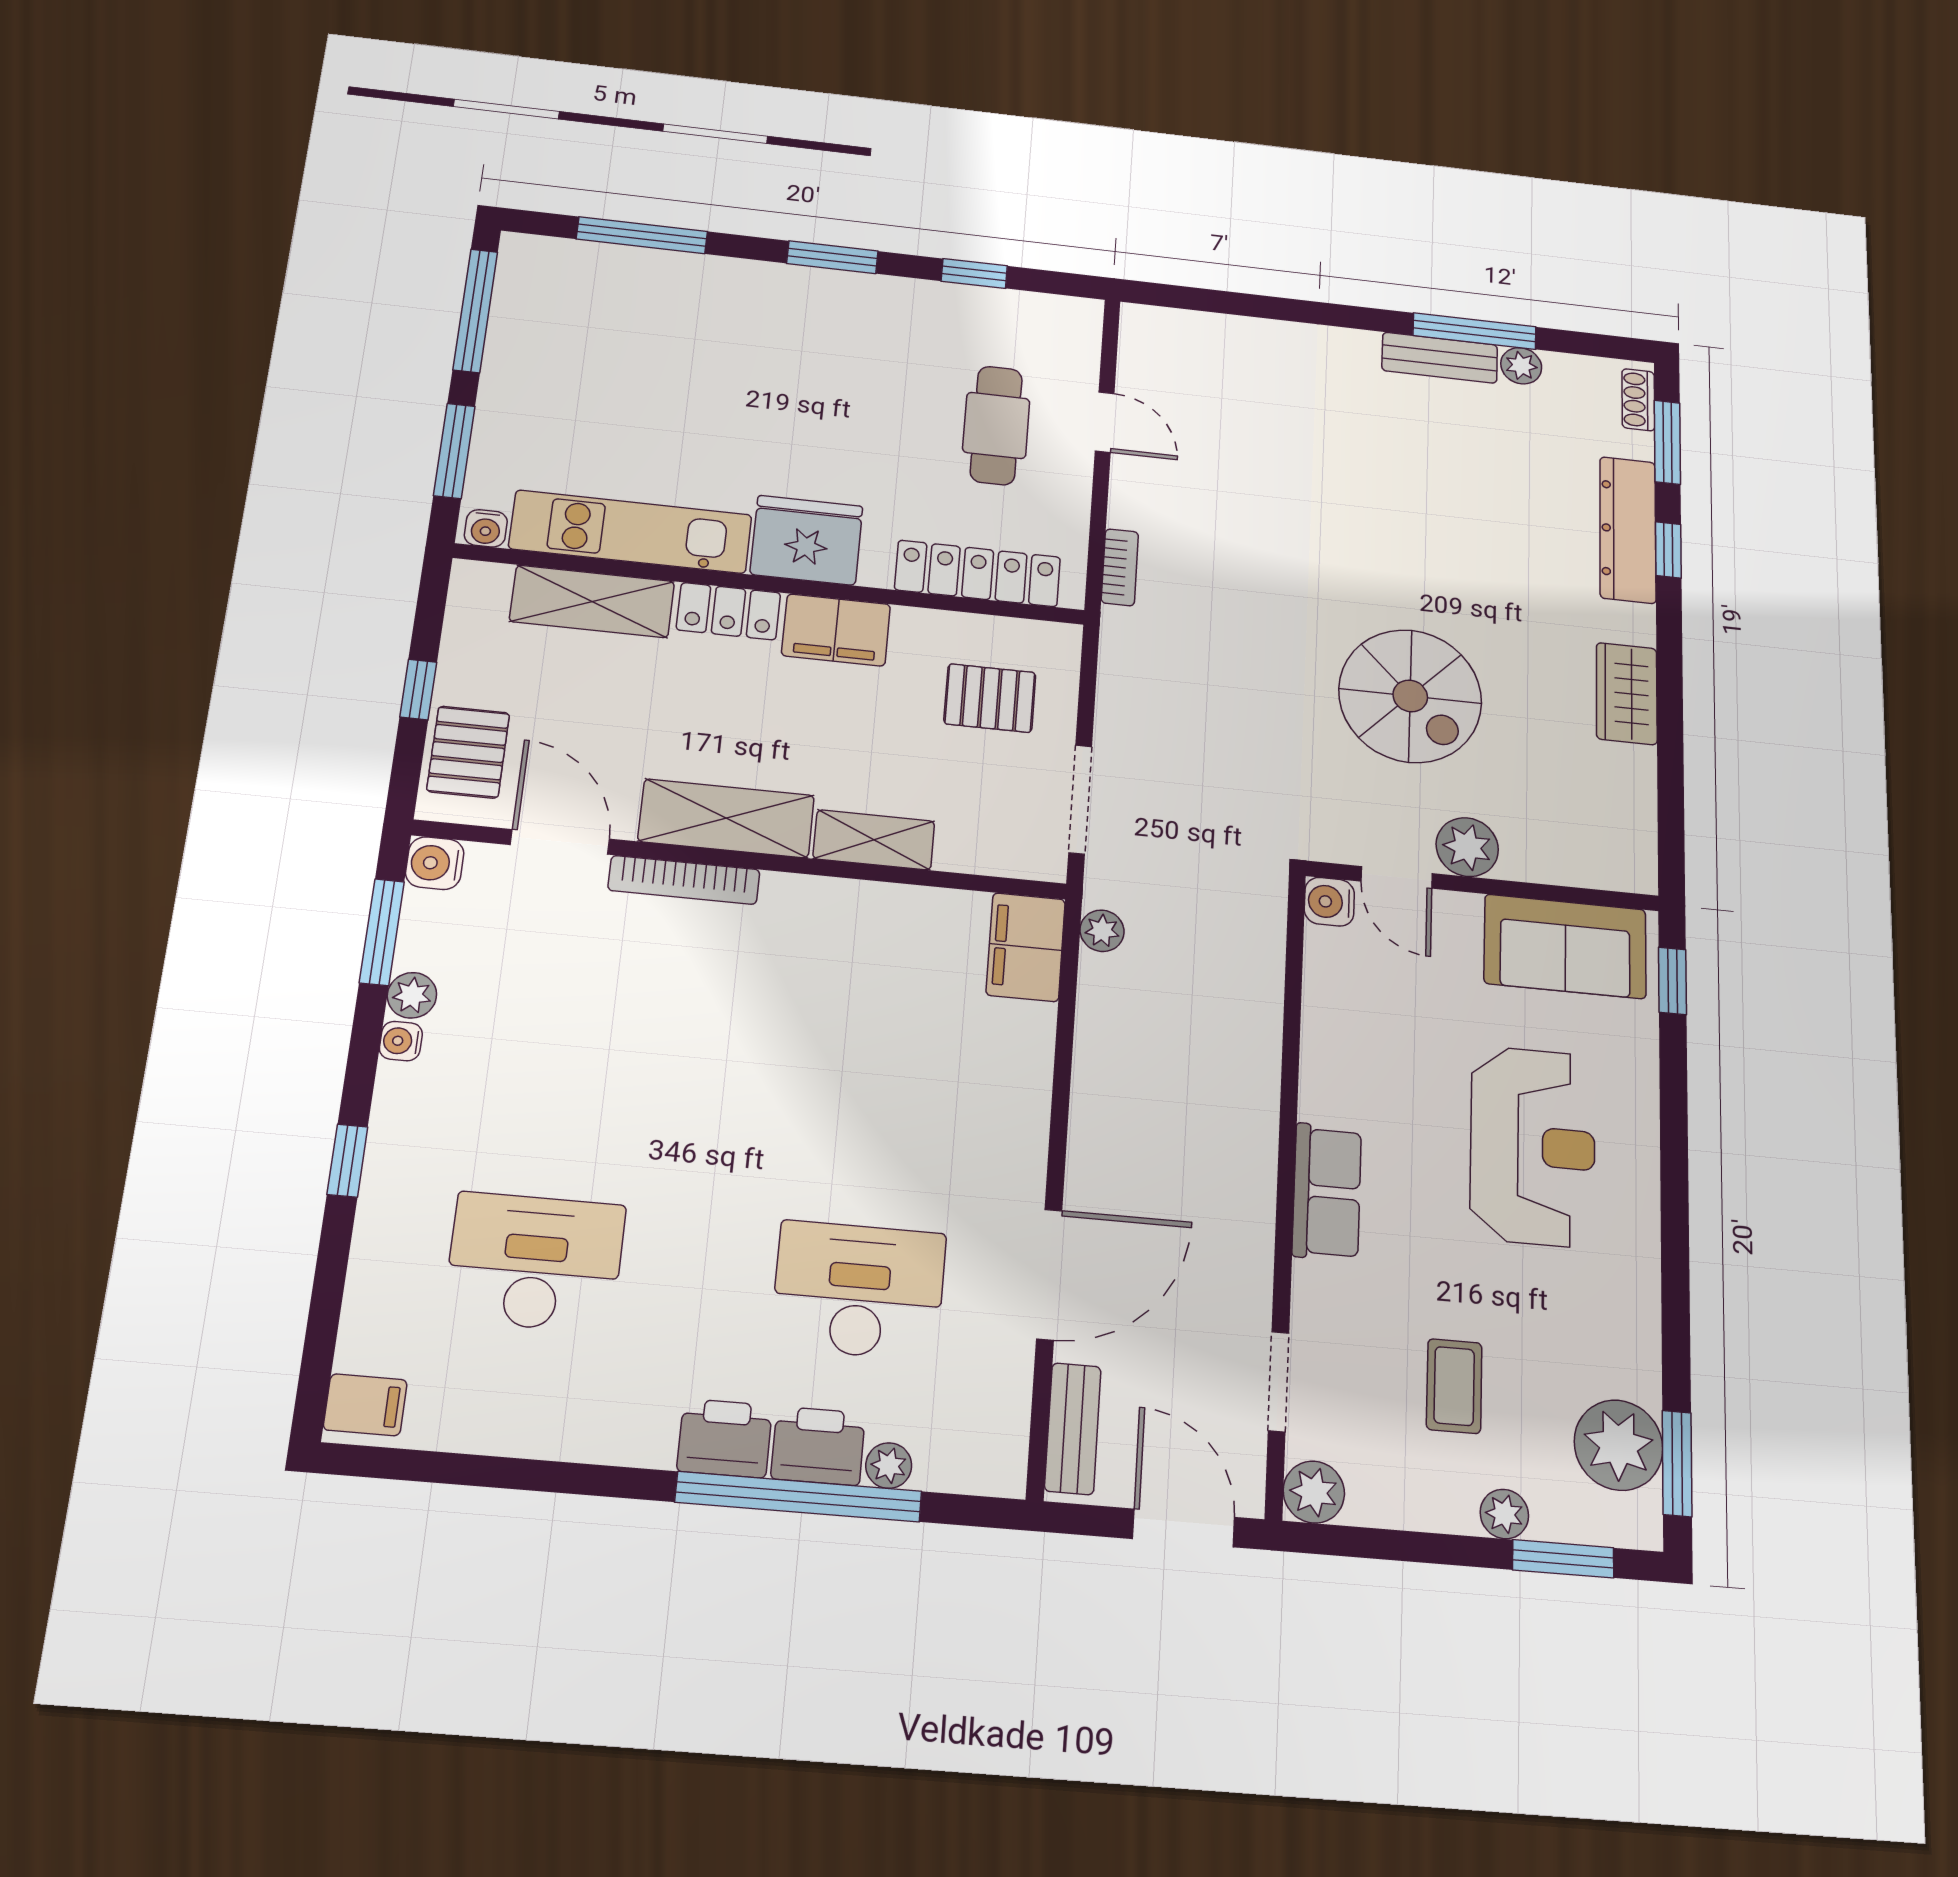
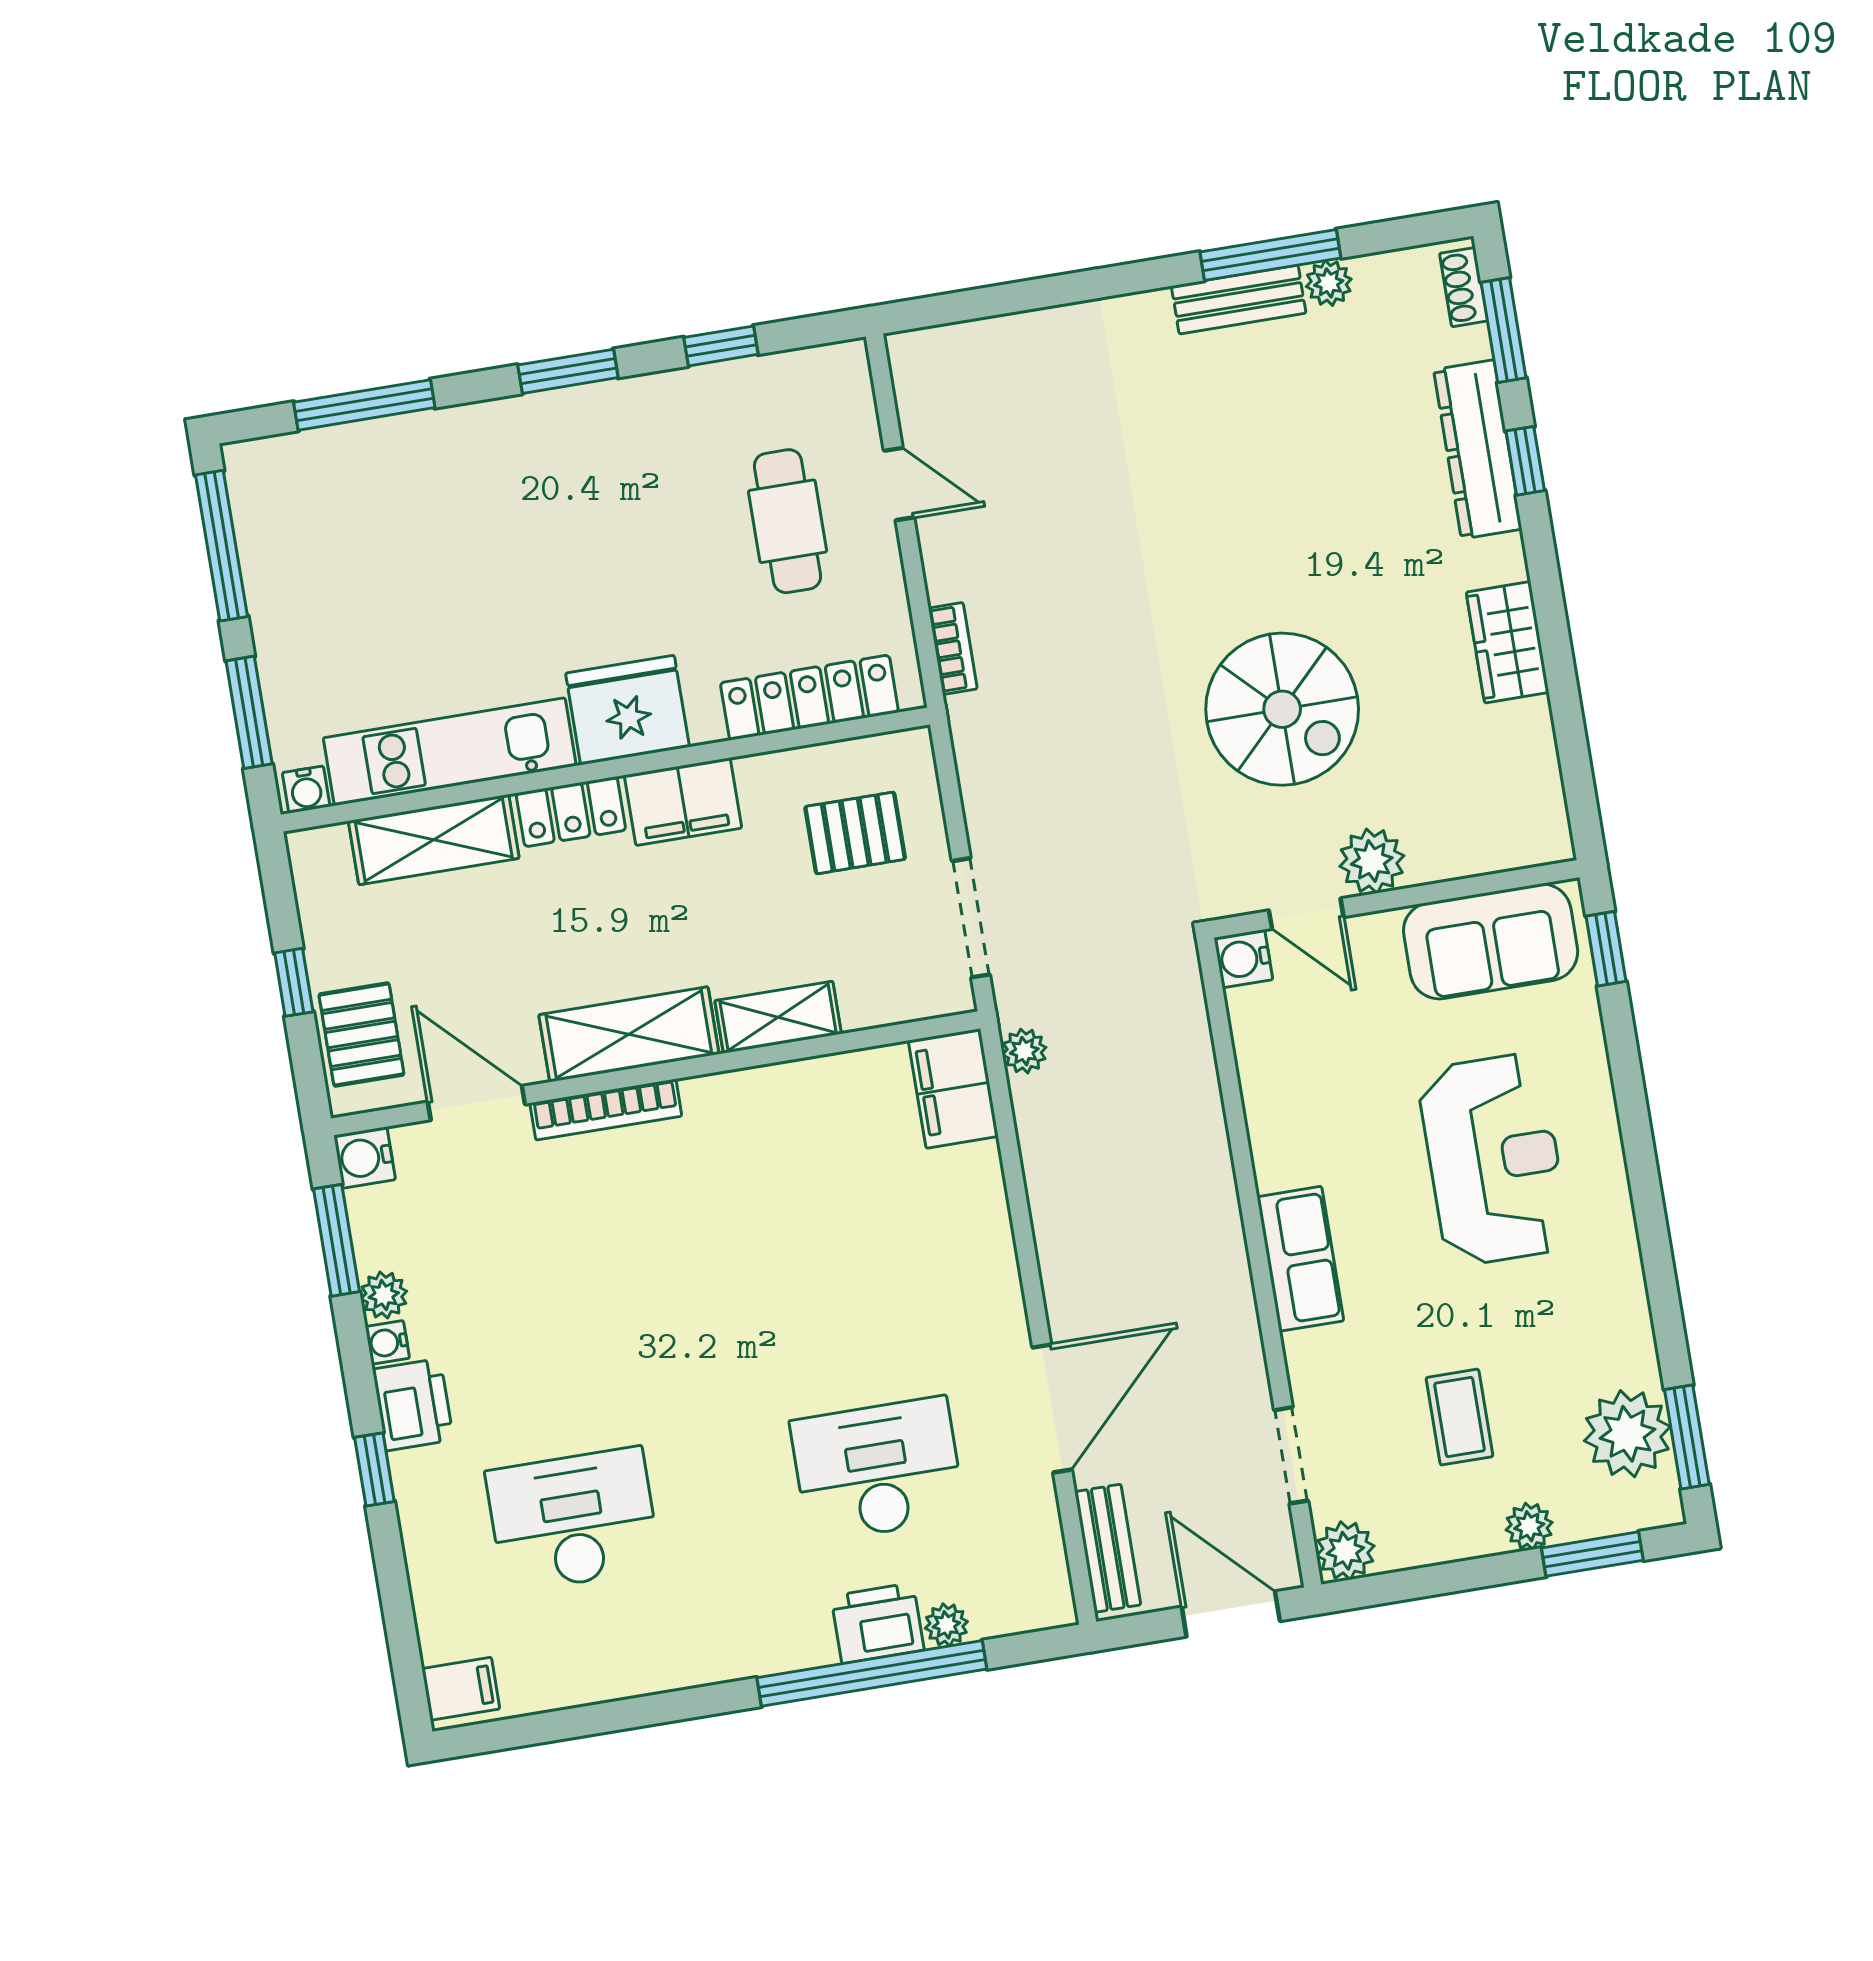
printer: (725, 1438) -> (413, 1405), moved, turned 90

